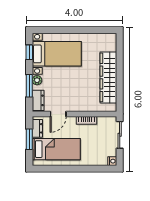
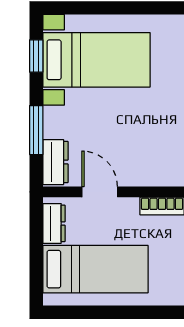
plant: (37, 80) -> (53, 118), removed
door: (58, 114) -> (100, 192), swing flipped
window: (29, 139) -> (36, 248), removed

